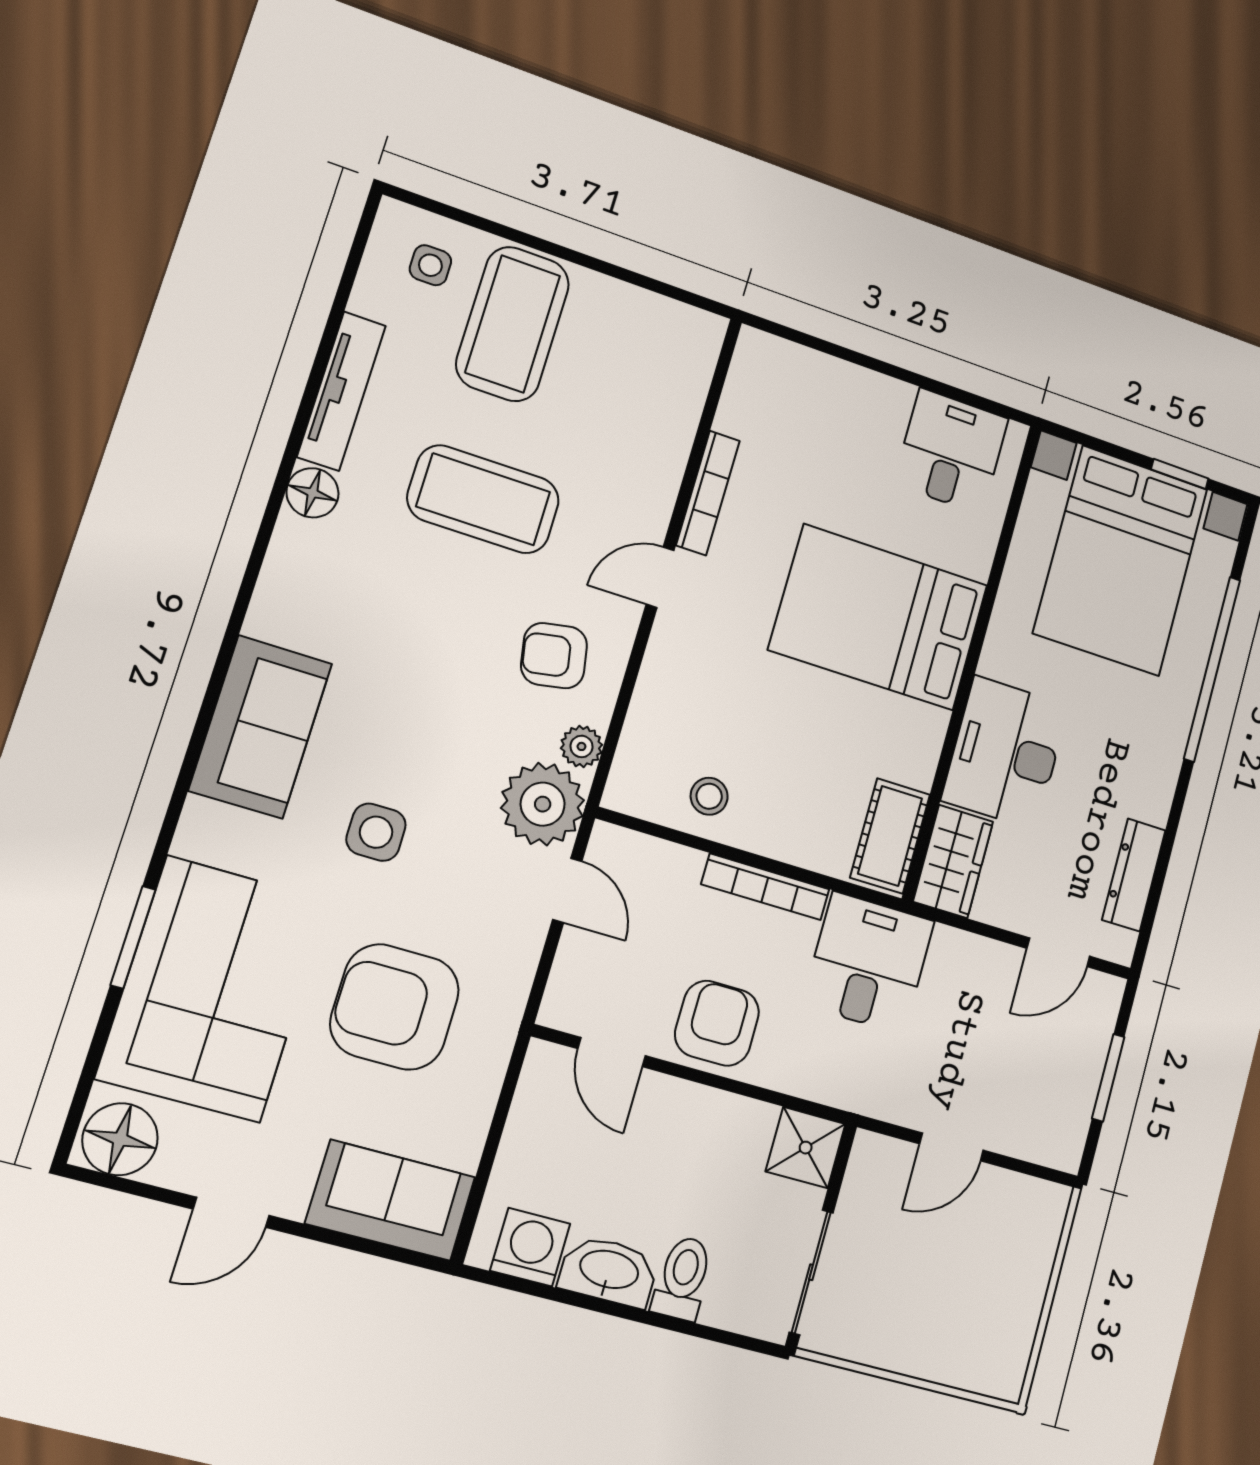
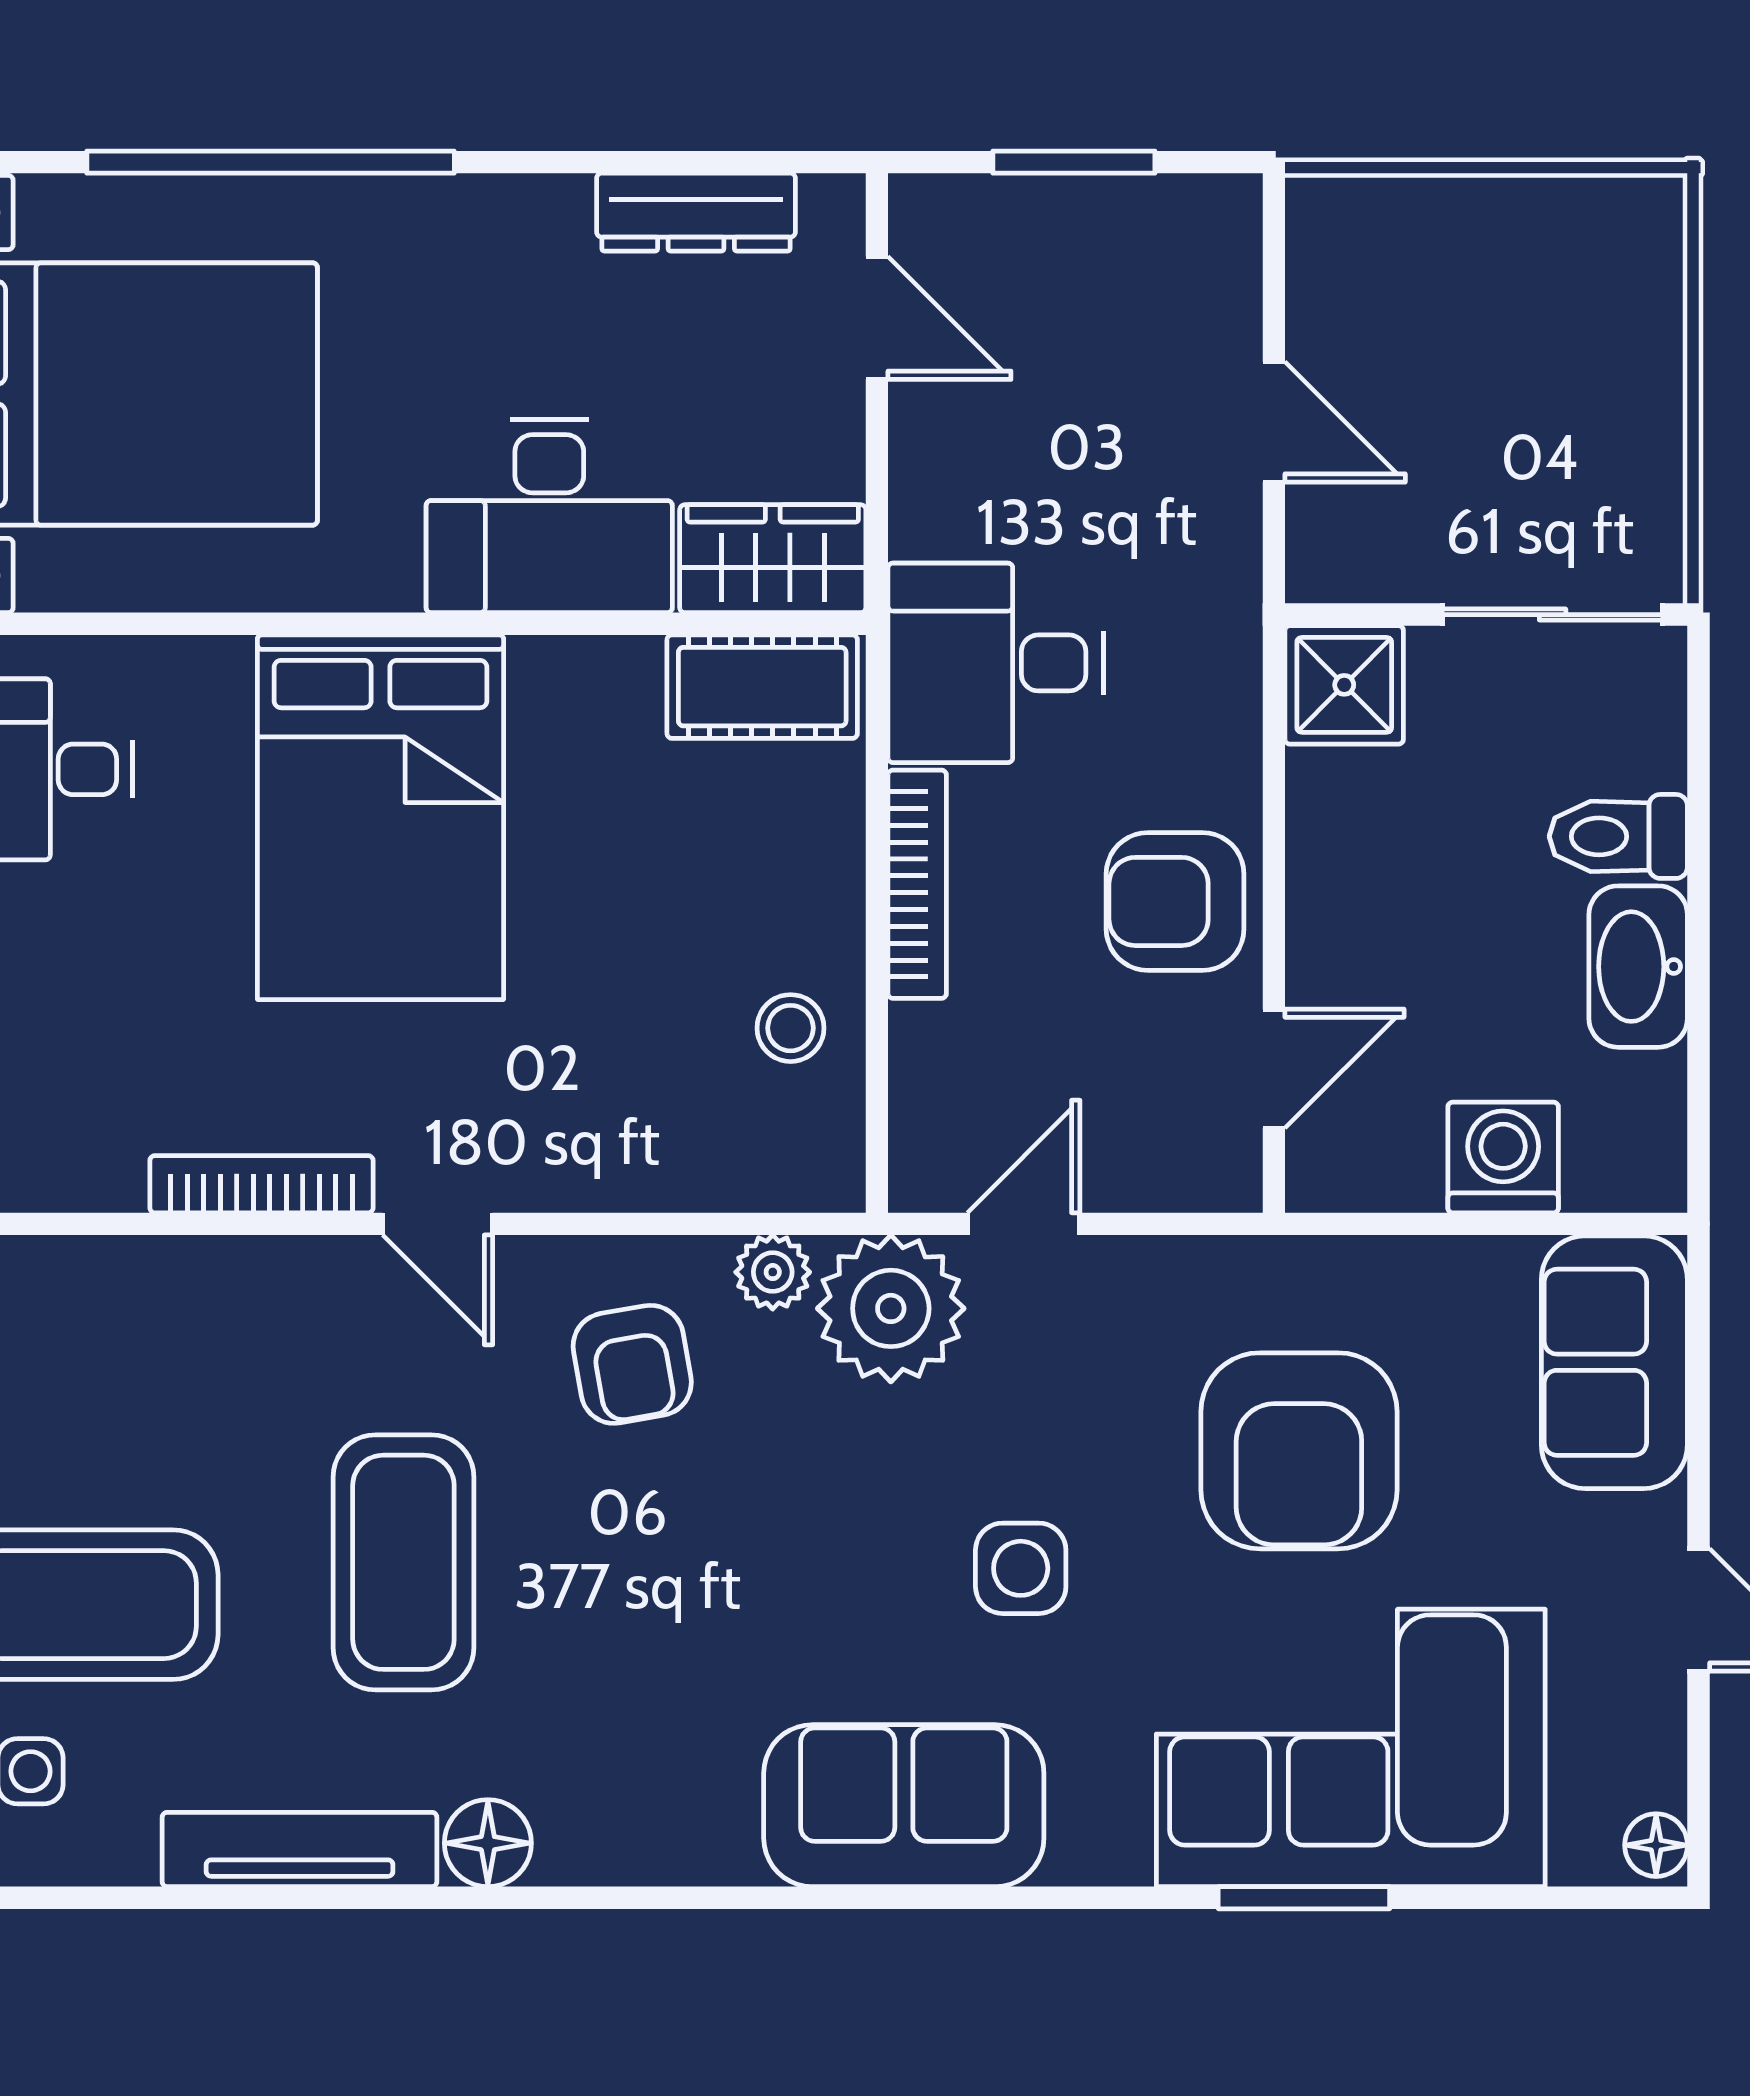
floor lamp: (120, 1139) -> (1656, 1845), width x0.53, depth x0.53
washing machine: (530, 1247) -> (1503, 1157), moved, turned 90

